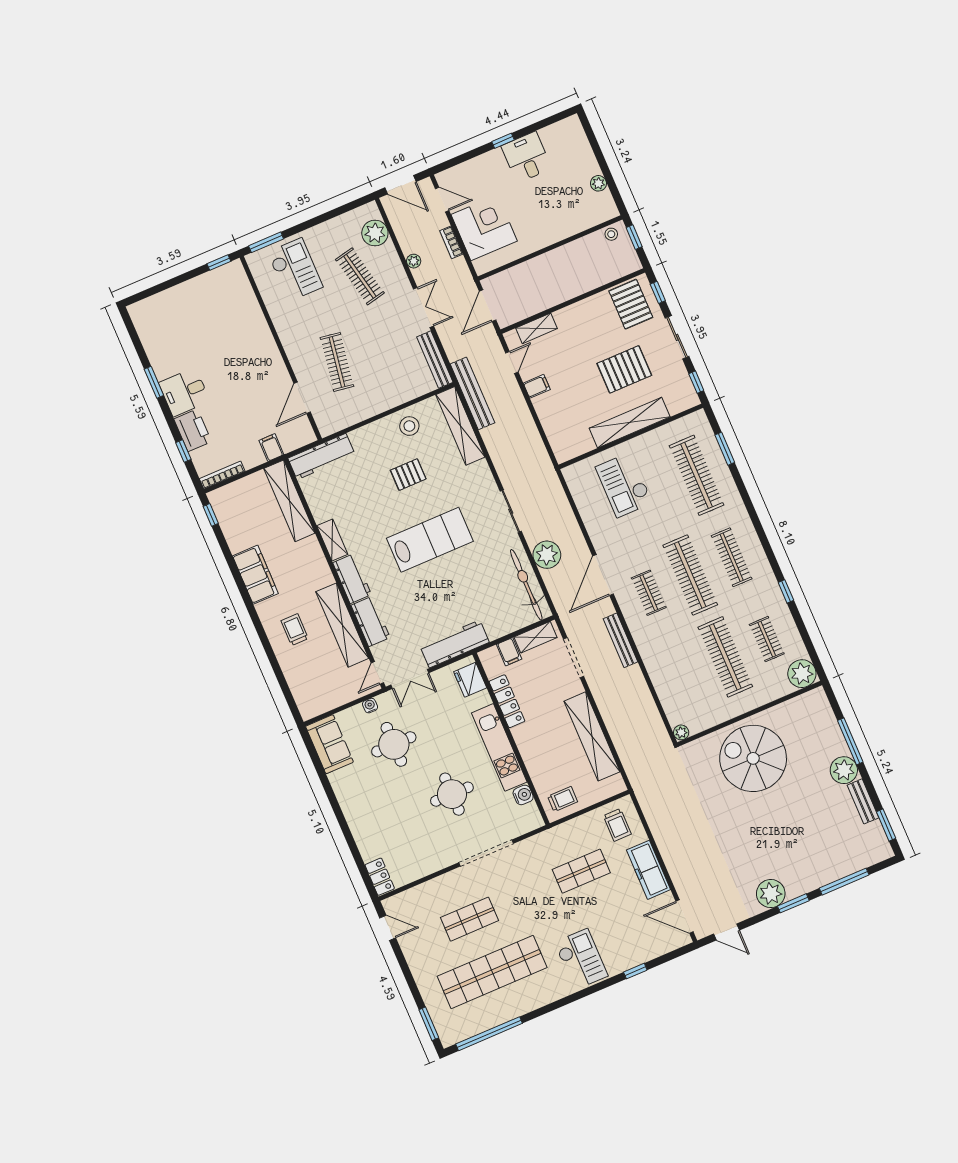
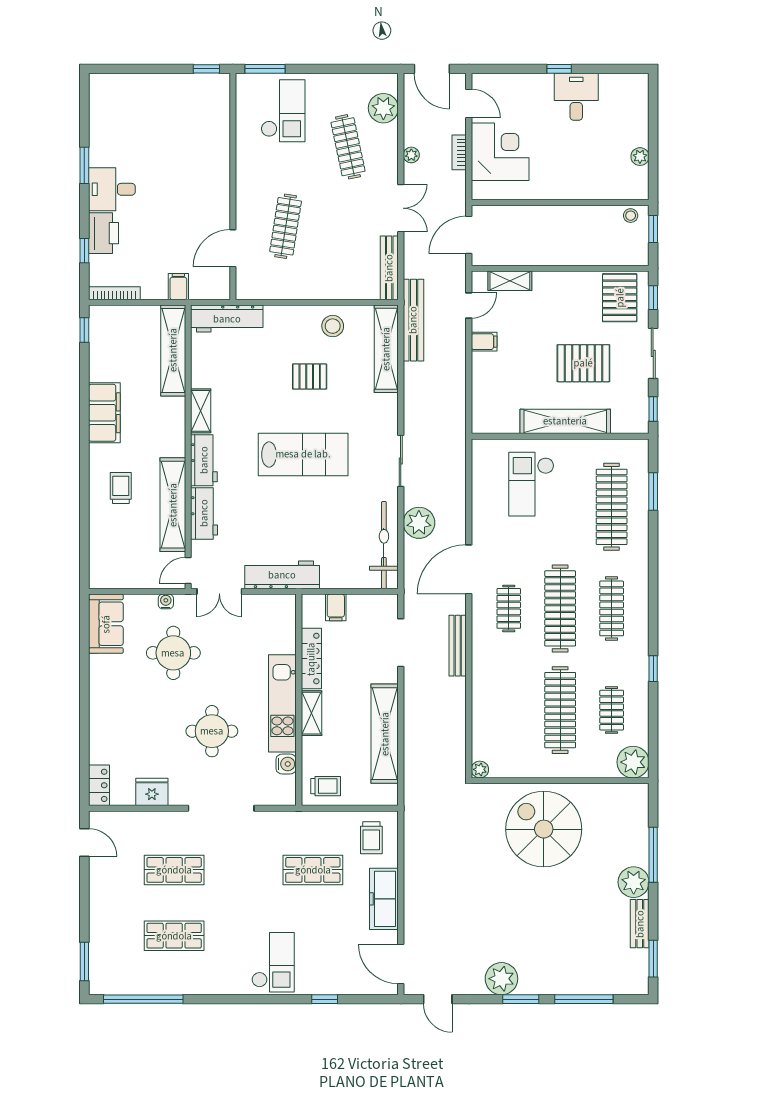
shelving: (536, 637) -> (311, 713), moved, turned 90
fridge: (470, 680) -> (152, 792), moved, turned 90
shop shelf: (492, 972) -> (174, 936), width x0.50, depth x0.74

